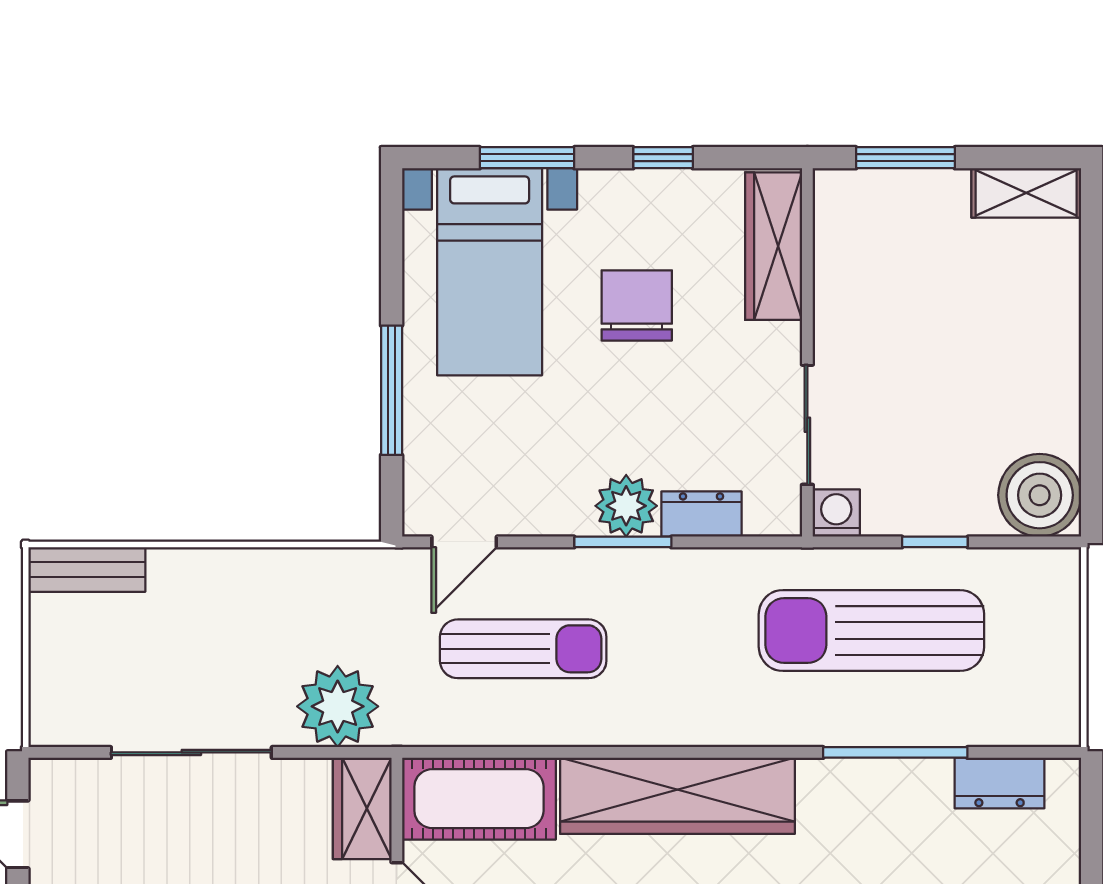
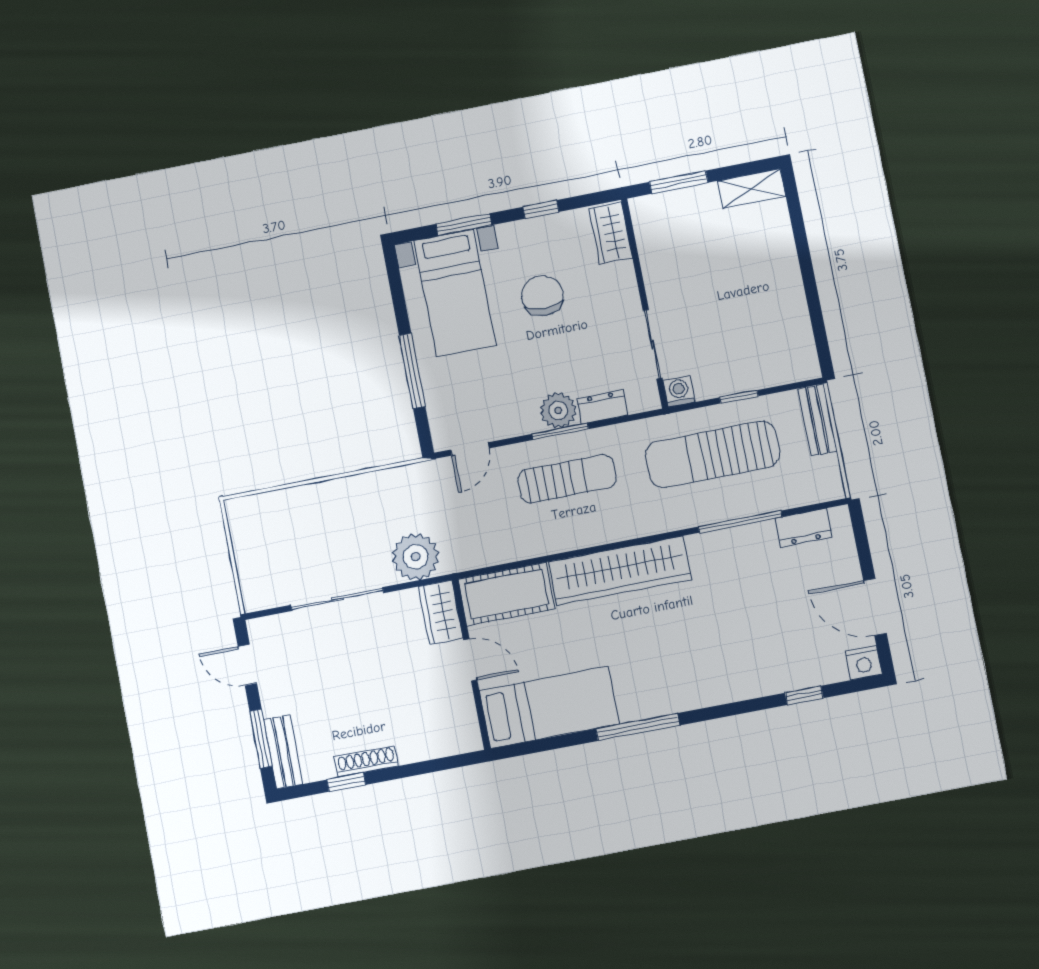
wardrobe: (774, 246) -> (611, 233), width x0.67
boiler: (1040, 495) -> (794, 358), removed
bench: (87, 570) -> (818, 420), moved, turned 90
sun lounger: (523, 649) -> (567, 479), moved

